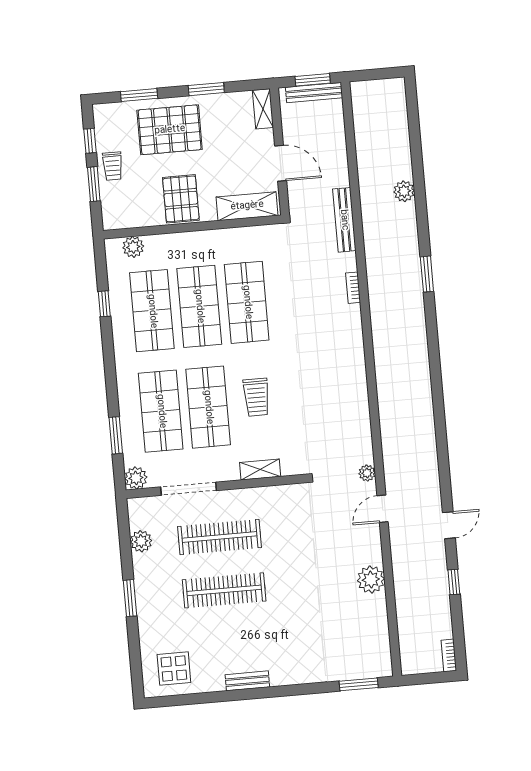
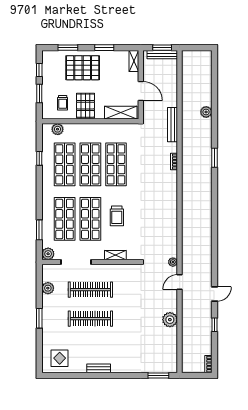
trolley: (113, 166) -> (63, 103), moved

